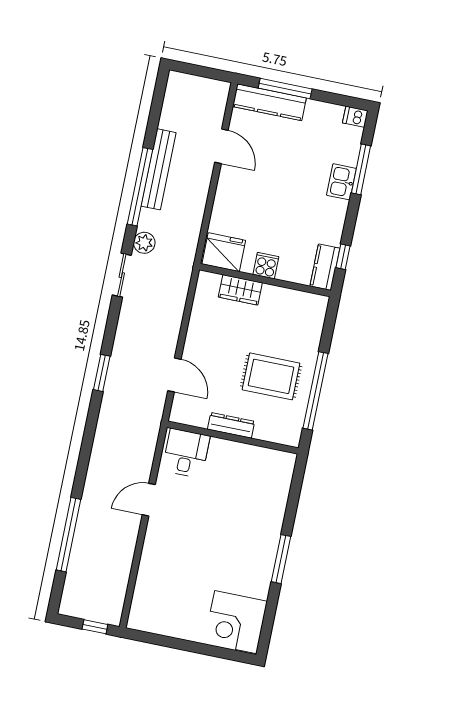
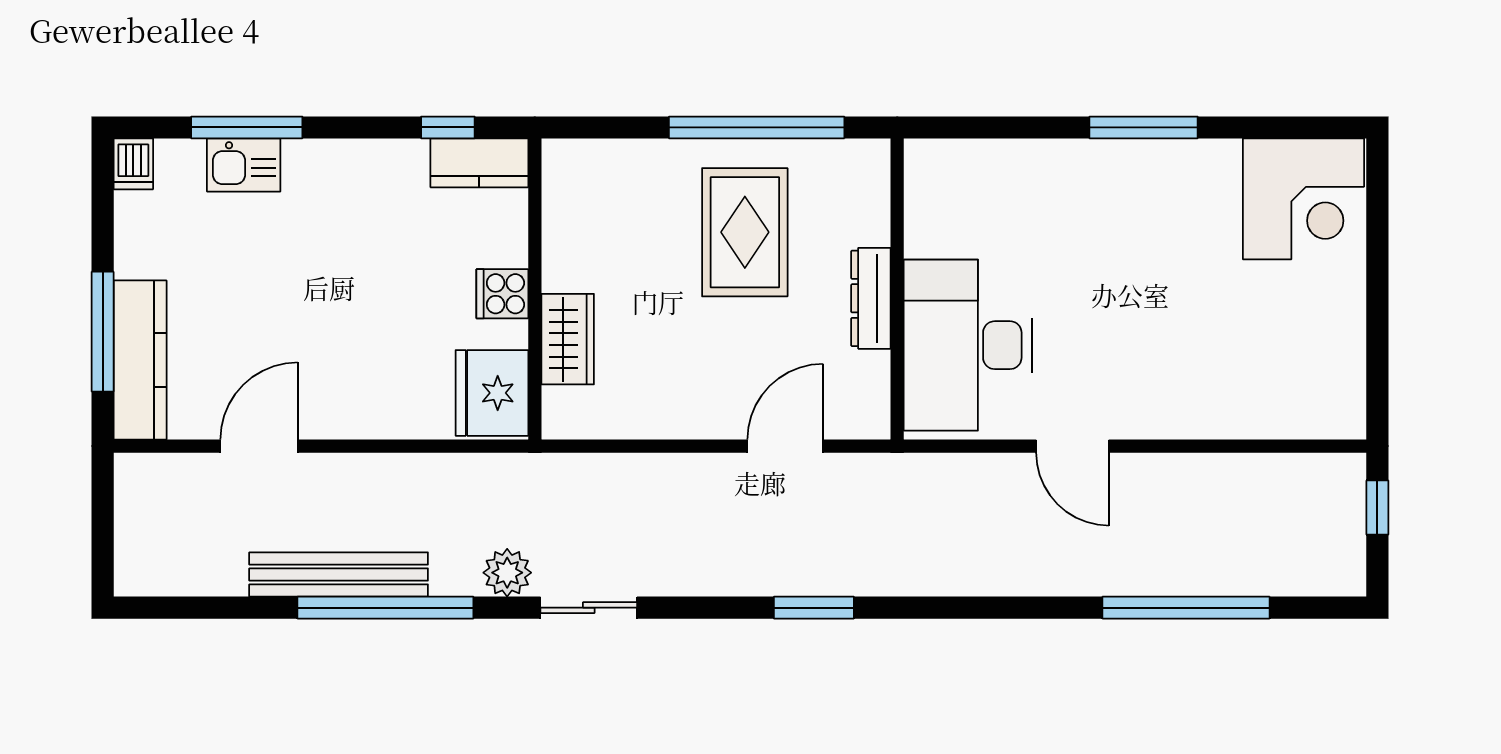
kitchen sink: (341, 182) -> (244, 165), moved
desk: (186, 453) -> (968, 345), width x1.87, depth x1.30

